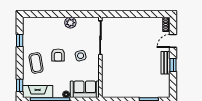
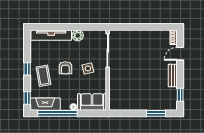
tv unit: (44, 22) -> (51, 35), added
window: (20, 41) -> (27, 69), moved
window: (173, 65) -> (180, 95), moved

